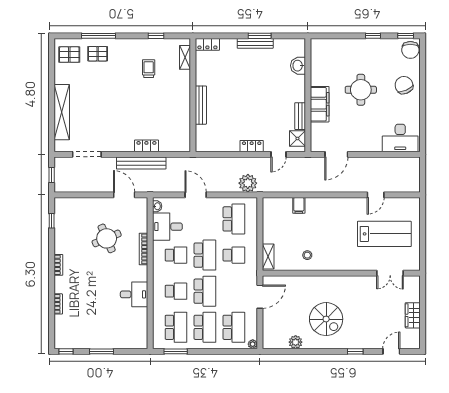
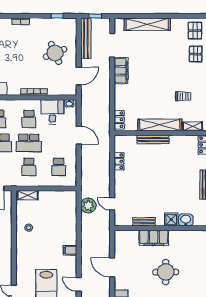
shelving: (183, 97) -> (160, 125), added
shower: (297, 138) -> (171, 220), moved
filing cabinet: (118, 144) -> (121, 71), added
locker: (146, 146) -> (119, 120), moved
locker: (252, 146) -> (119, 161), moved
door: (336, 154) -> (112, 267), moved
bench: (141, 163) -> (86, 38), moved
plant: (248, 183) -> (88, 205), moved
door: (196, 195) -> (79, 135), hinge flipped
filing cabinet: (299, 205) -> (70, 250), moved
school desk: (234, 219) -> (59, 167), width x0.54
round table: (107, 238) -> (55, 53), moved

